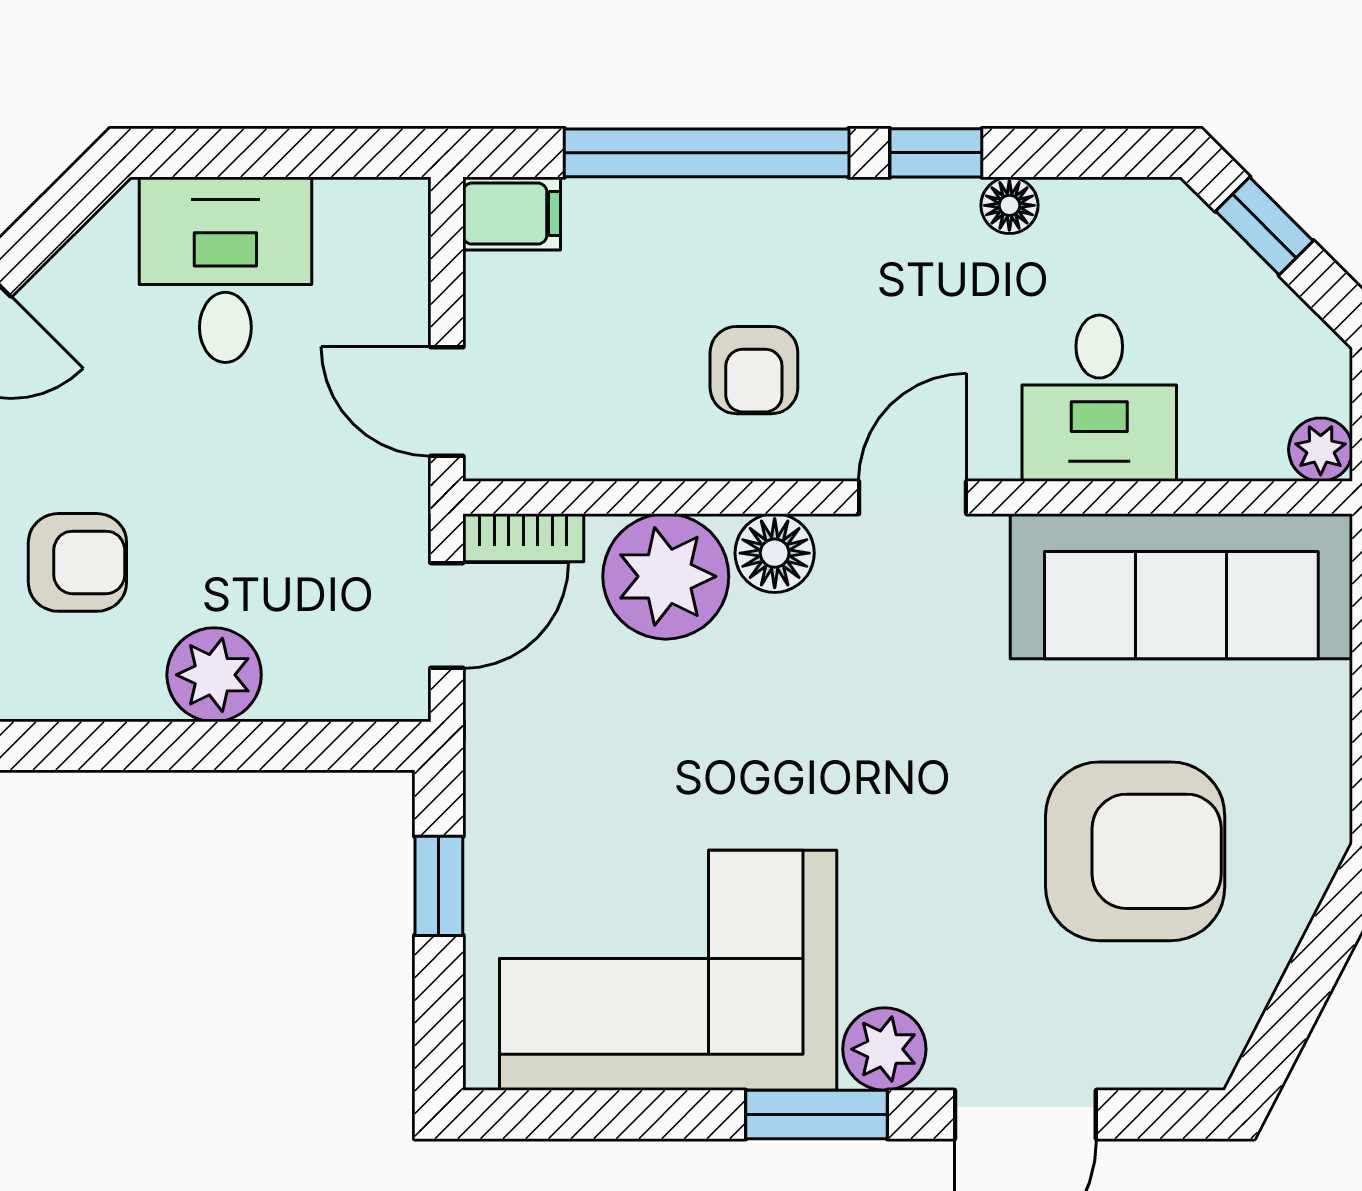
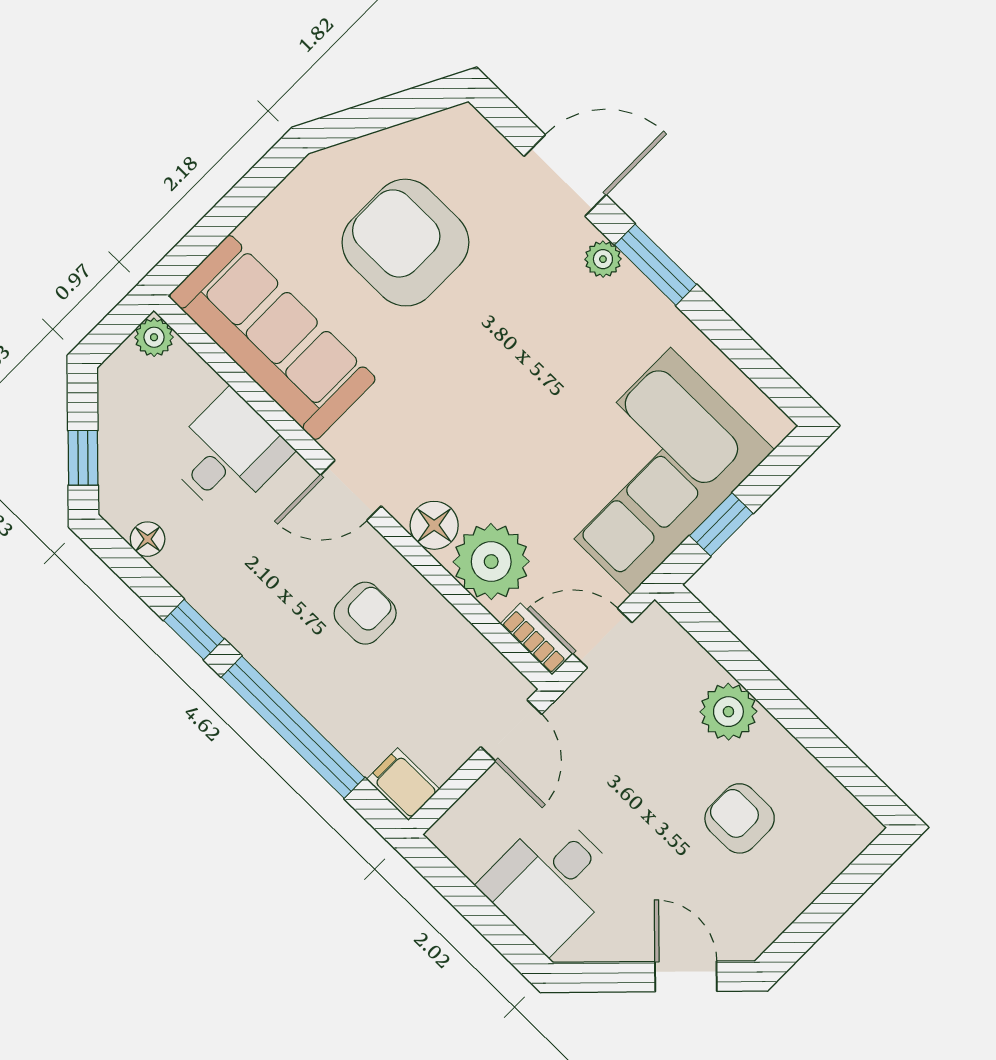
floor lamp: (1009, 205) -> (148, 539), moved
corner sofa: (668, 970) -> (651, 471), moved, turned 90
plant: (884, 1049) -> (603, 259), width x0.73, depth x0.73

